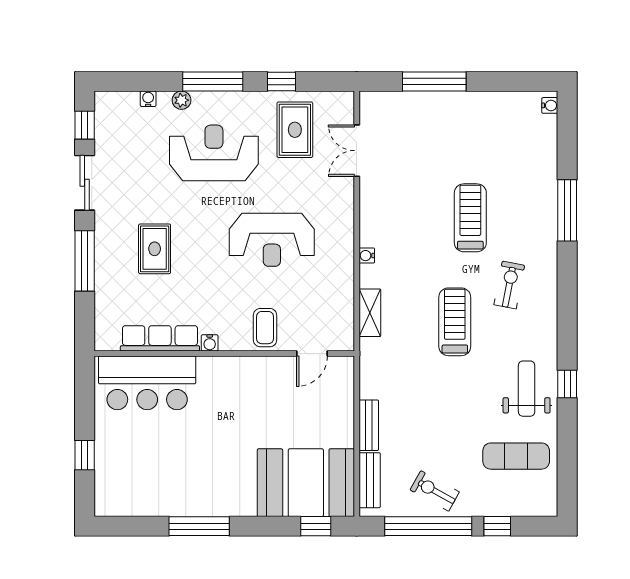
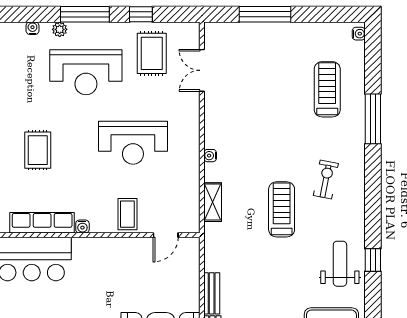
reception desk: (214, 153) -> (86, 72), turned 180
treadmill: (470, 218) -> (327, 89), moved

